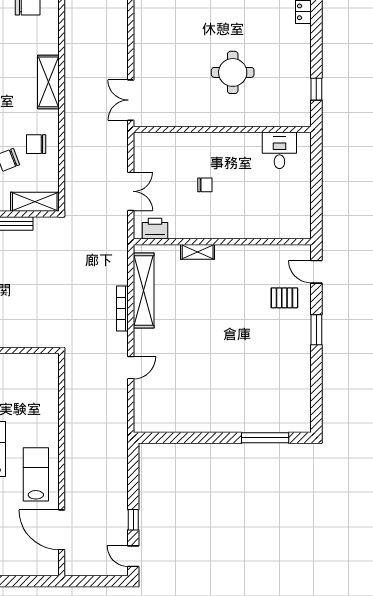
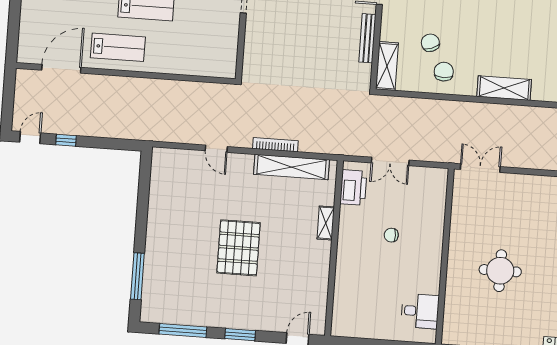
chair: (205, 185) -> (391, 235), turned 90
printer: (155, 229) -> (353, 187), width x1.37, depth x1.19
pallet: (284, 298) -> (239, 248), moved, width x2.05, depth x2.00
window: (316, 388) -> (183, 330), added

